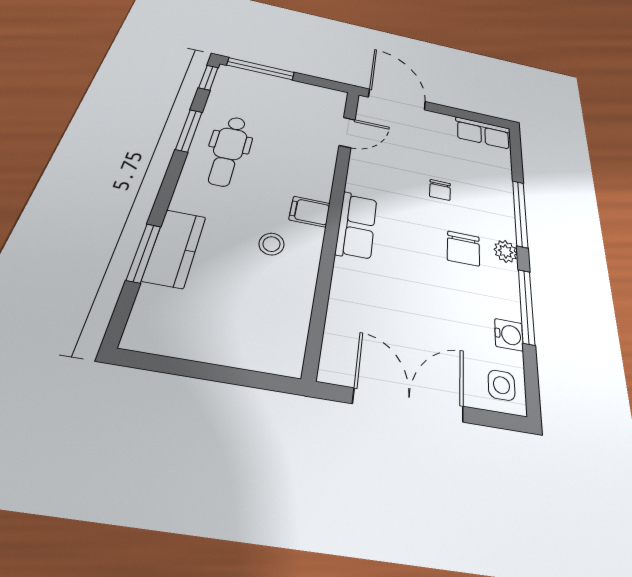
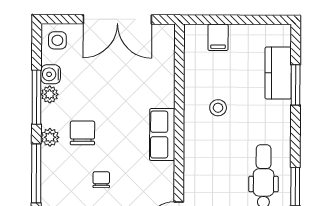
filing cabinet: (310, 212) -> (218, 37), moved, turned 90
kitchen counter: (175, 248) -> (278, 73), moved
plant: (509, 307) -> (50, 94), added

